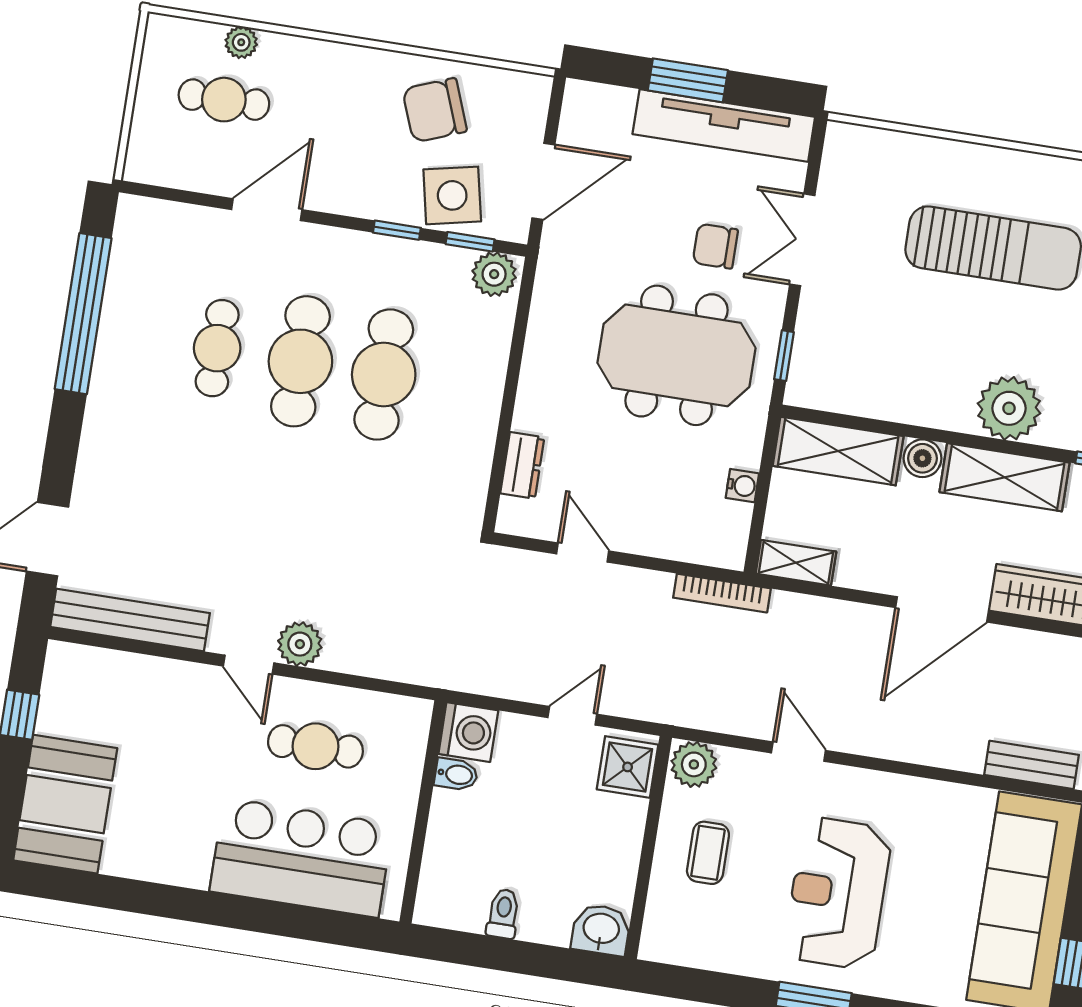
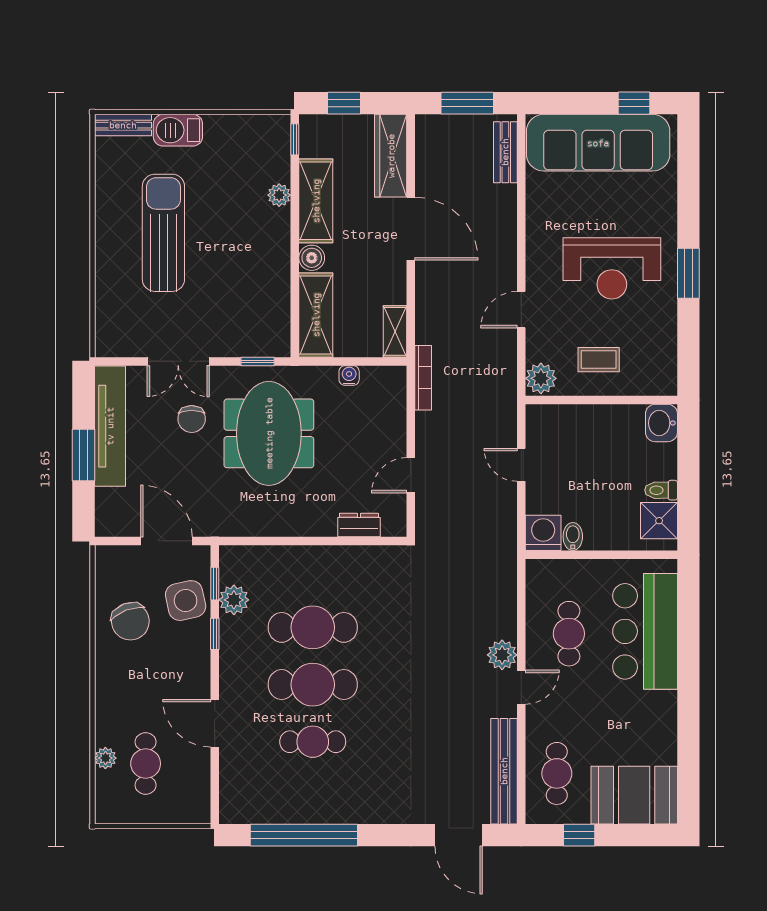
plant: (494, 274) -> (234, 600), moved
plant: (1009, 408) -> (279, 195), width x0.53, depth x0.53
cafe table: (115, 696) -> (557, 773), added
shower: (628, 767) -> (659, 521), moved

